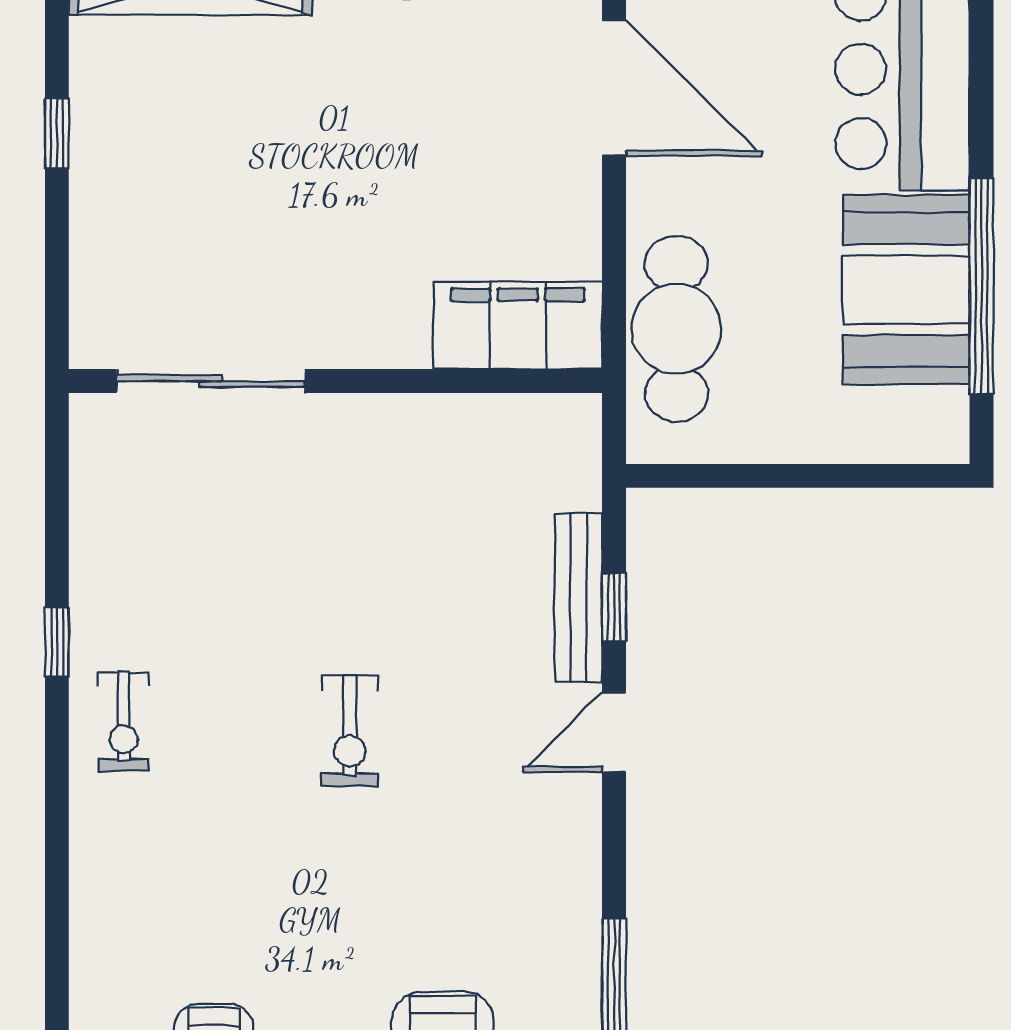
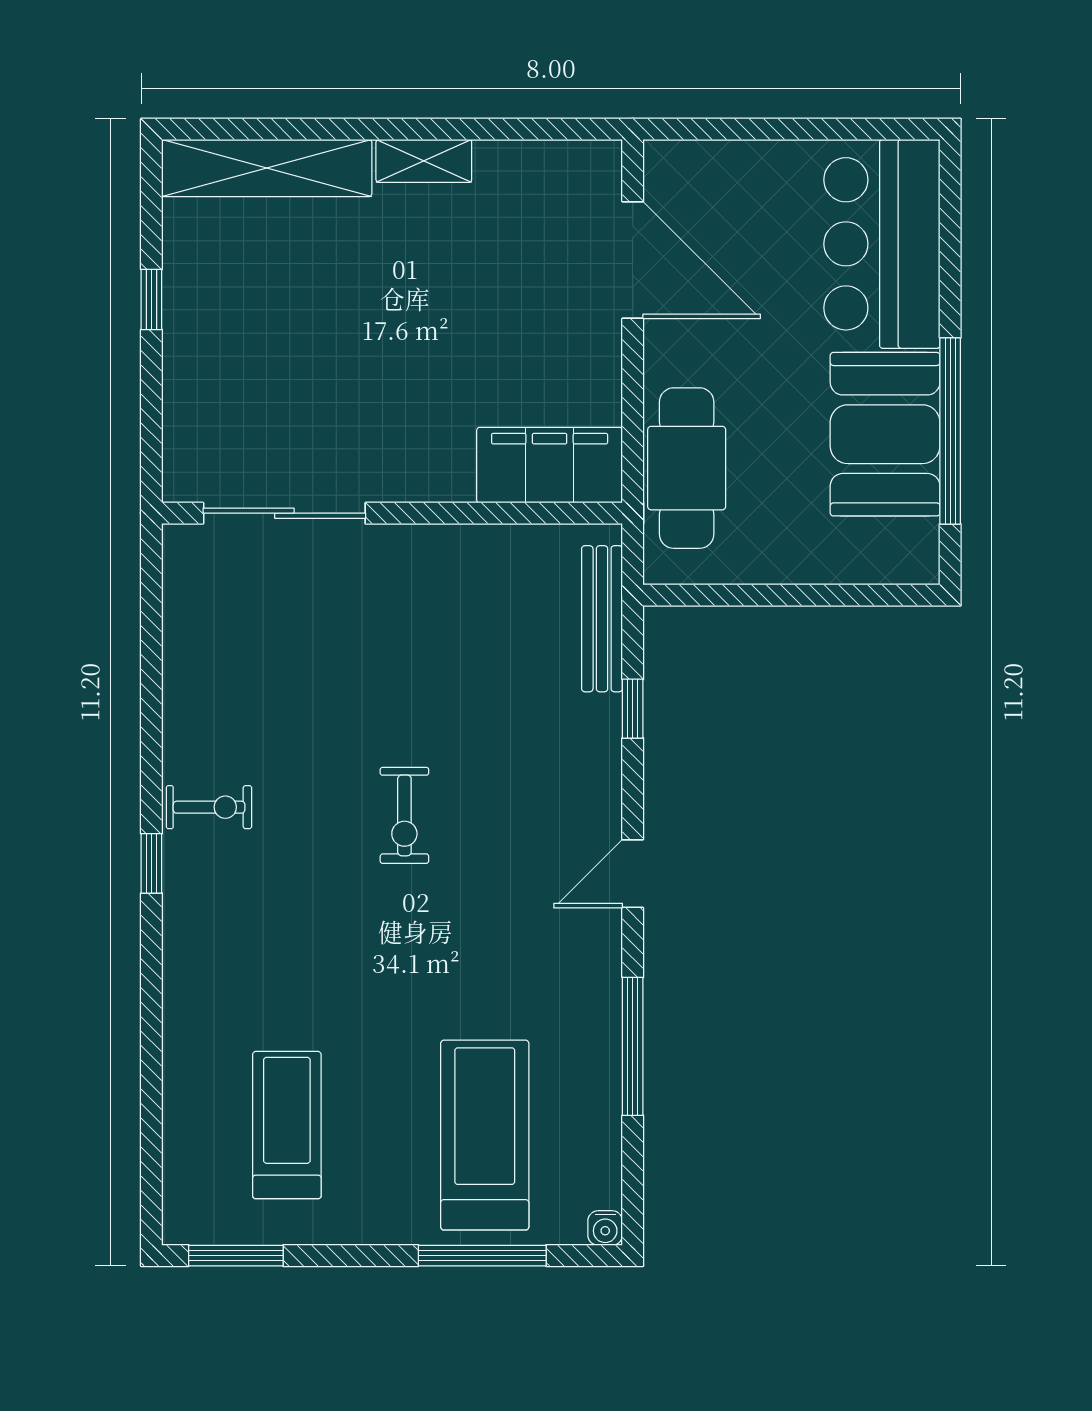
bench: (578, 598) -> (602, 619), moved
window: (57, 642) -> (151, 863), moved
exercise bike: (124, 721) -> (209, 807), turned -90
door: (614, 732) -> (633, 874), moved

